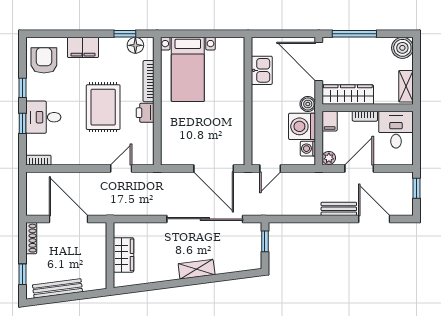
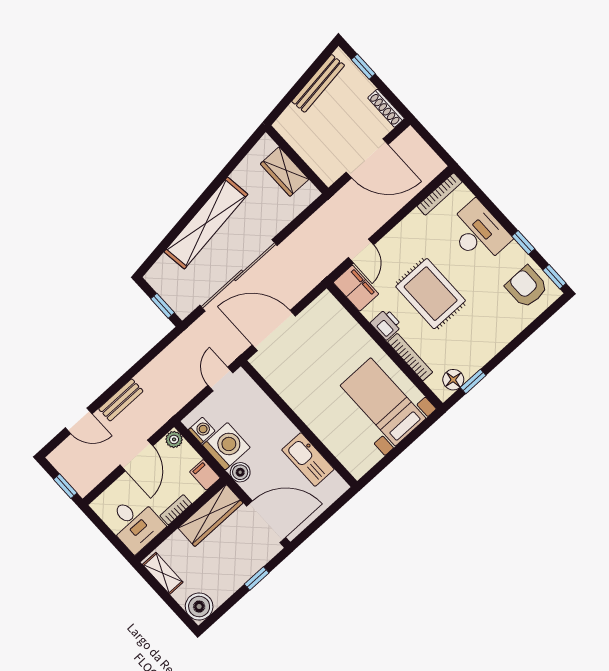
window: (354, 34) -> (257, 579), width x0.46
filing cabinet: (83, 47) -> (356, 288), moved, turned 90
armchair: (44, 60) -> (527, 287), turned 180
kitchen sink: (262, 70) -> (308, 459), width x1.38
desk: (43, 117) -> (478, 233), width x1.37
window: (22, 123) -> (554, 277), moved
bookcase: (38, 160) -> (440, 194), width x1.56
door: (374, 219) -> (79, 421), width x0.73
shelving: (197, 269) -> (206, 223), width x2.20, depth x1.33

